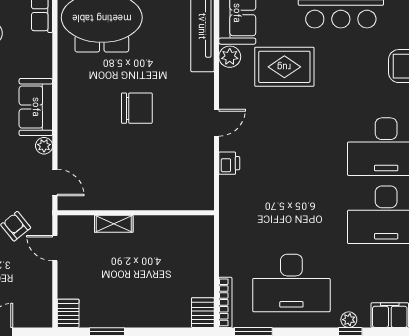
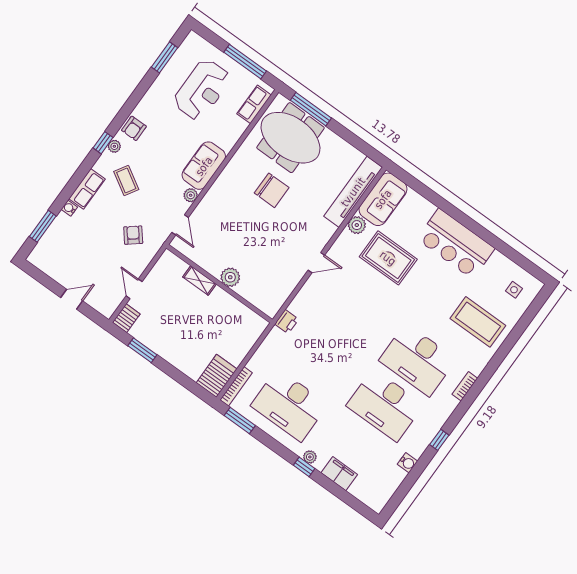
chair: (137, 108) -> (272, 190), moved
printer: (229, 163) -> (287, 322), moved
plant: (142, 199) -> (230, 277), added
door: (55, 248) -> (134, 289), moved
server rack: (203, 313) -> (217, 376), width x1.36, depth x1.44

